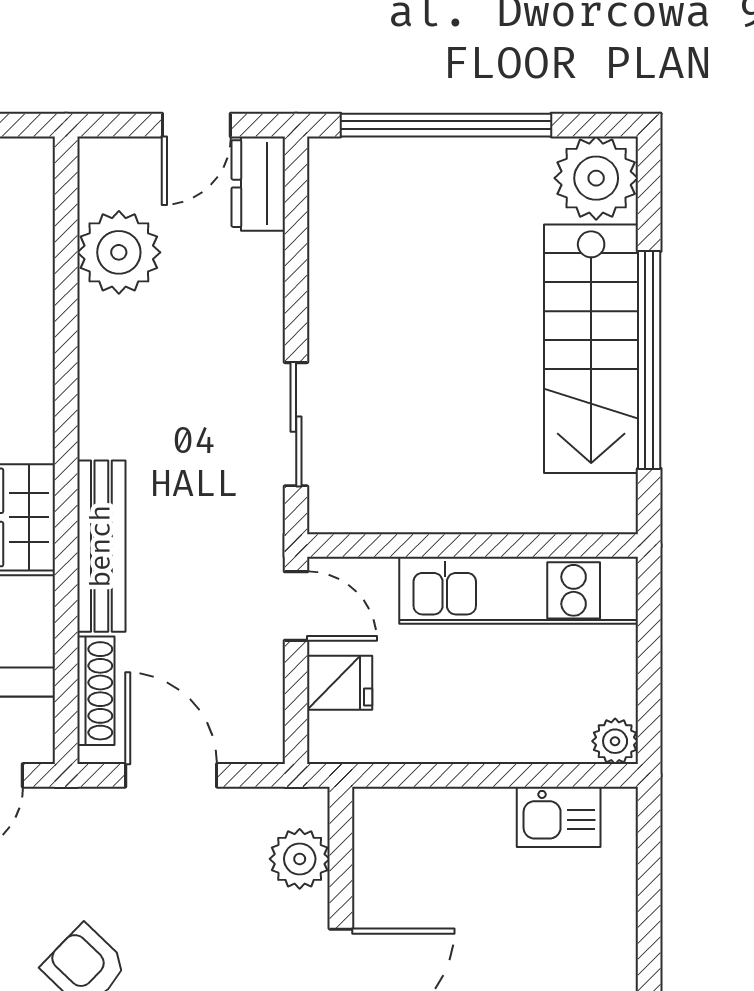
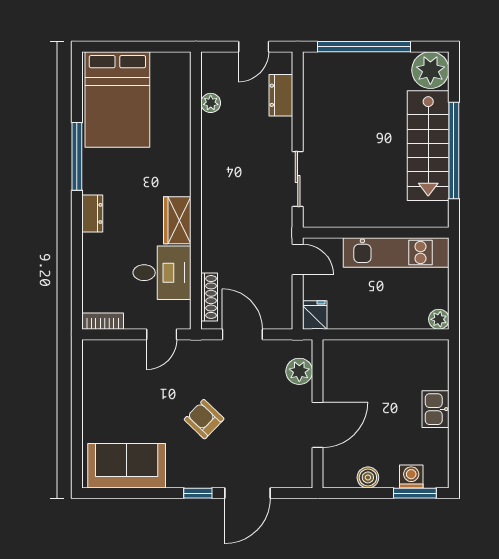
dresser: (258, 184) -> (281, 95), moved
plant: (119, 252) -> (211, 103), width x0.53, depth x0.53
bench: (101, 546) -> (212, 233), removed
fridge: (340, 683) -> (315, 315), moved, turned -90
kitchen sink: (559, 817) -> (436, 409), moved, turned 90

